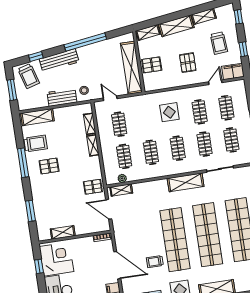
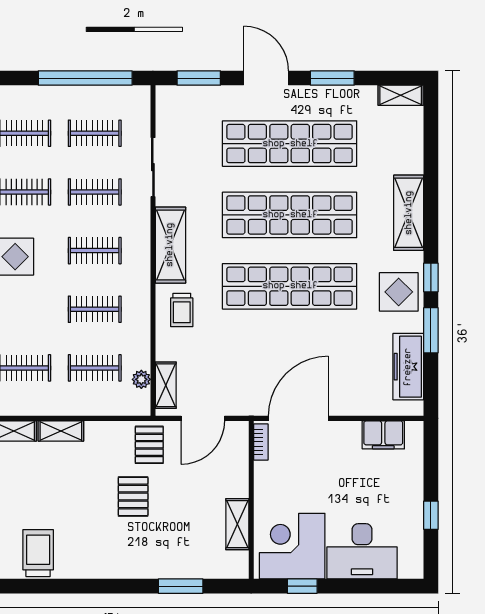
window: (23, 163) -> (75, 586), removed
pallet: (49, 166) -> (133, 496), moved
trolley: (155, 262) -> (182, 310), moved
door: (117, 265) -> (298, 418), moved

